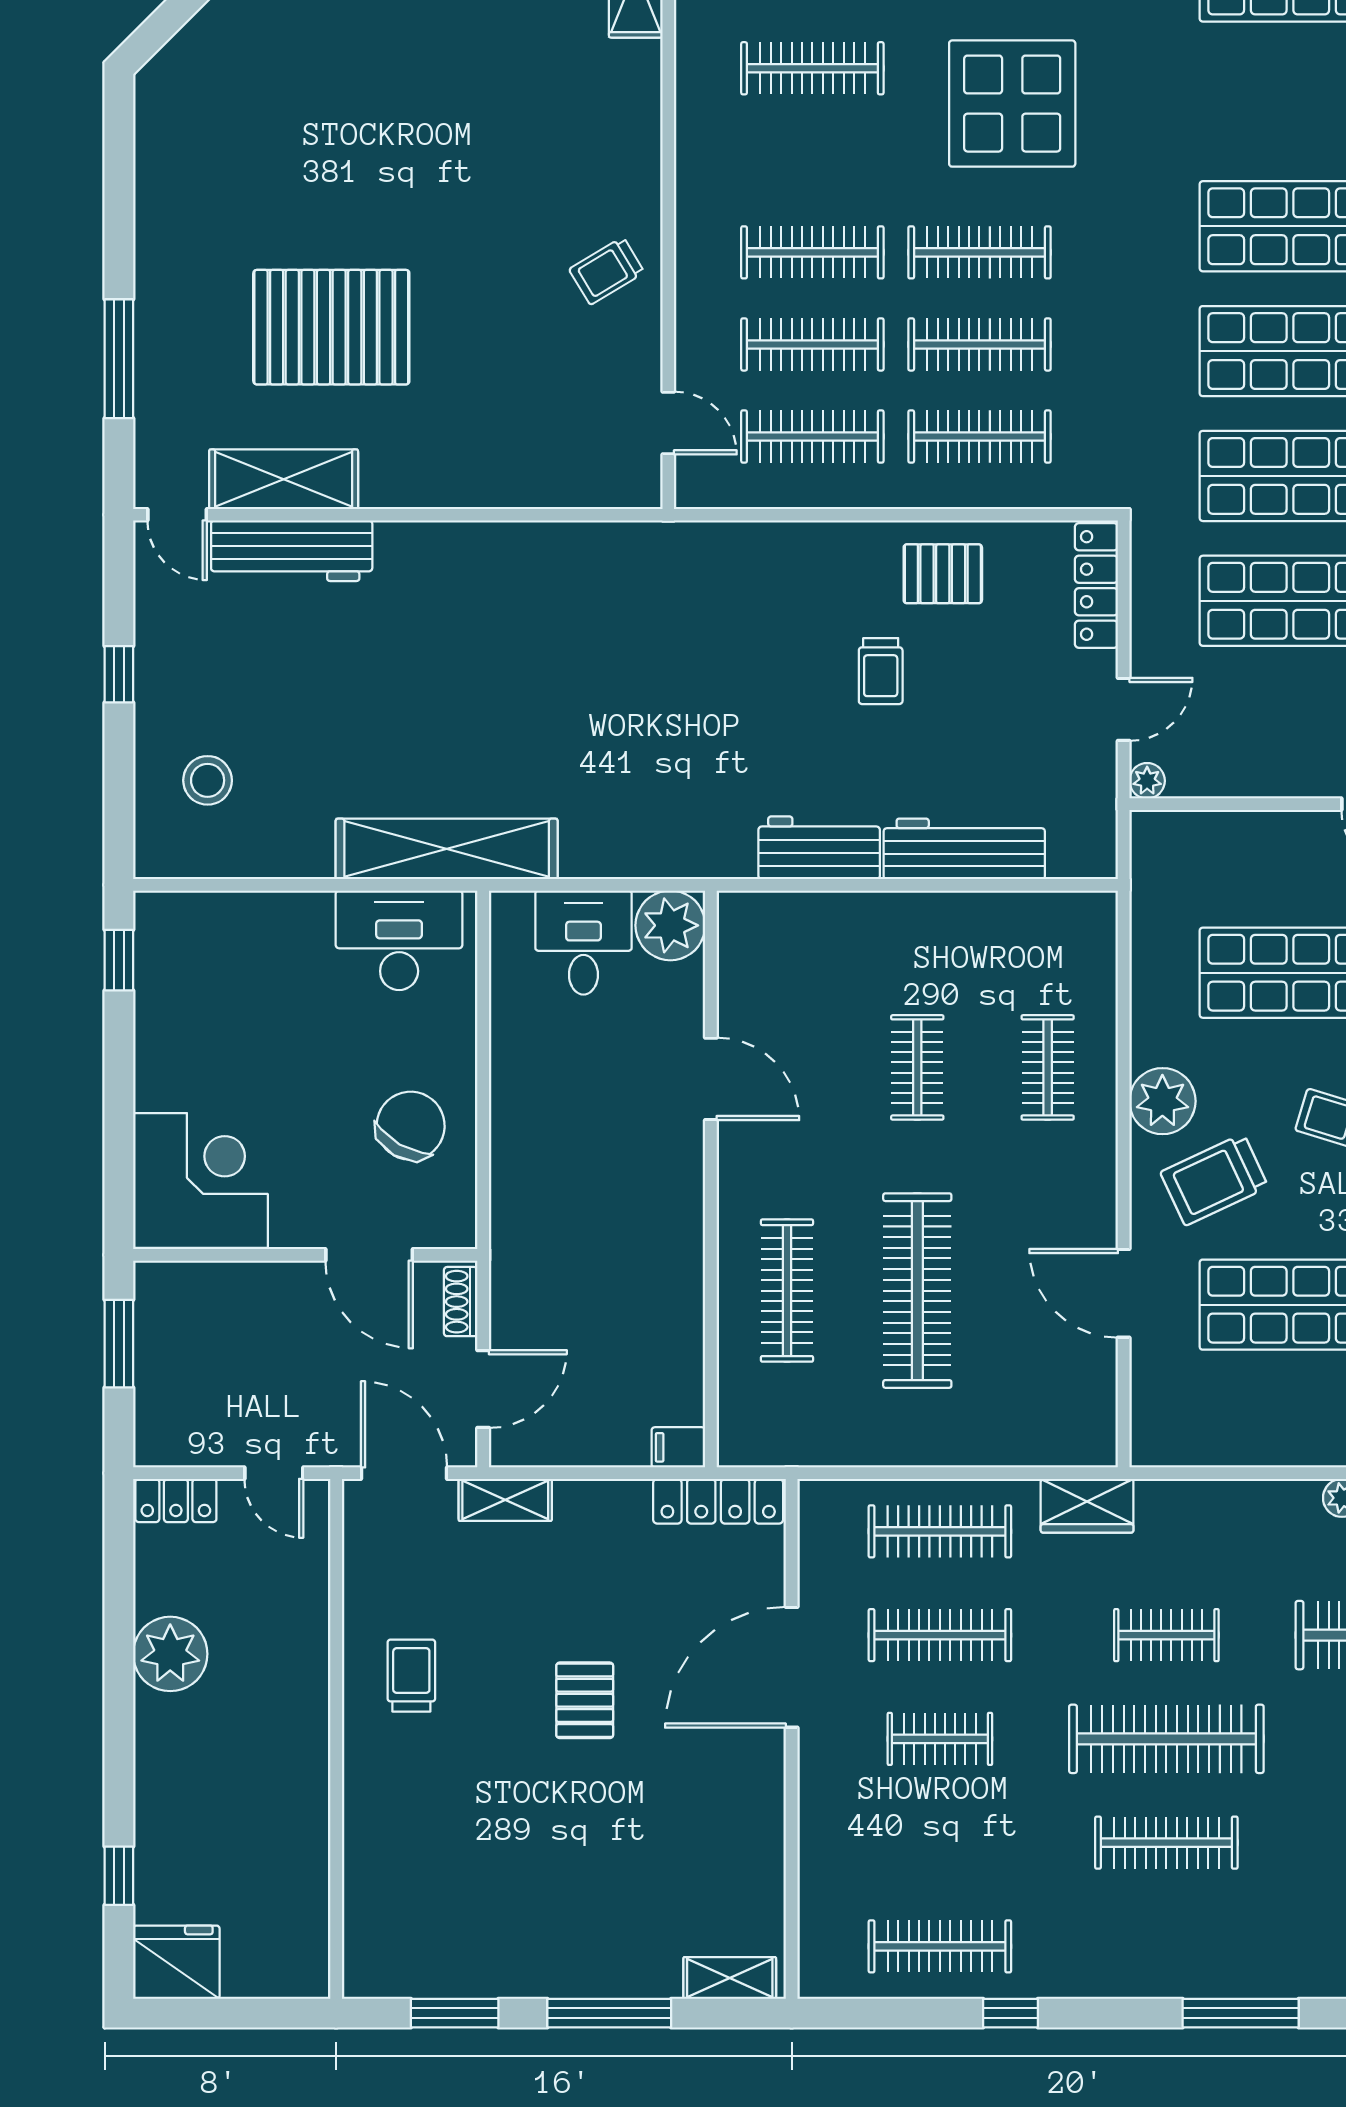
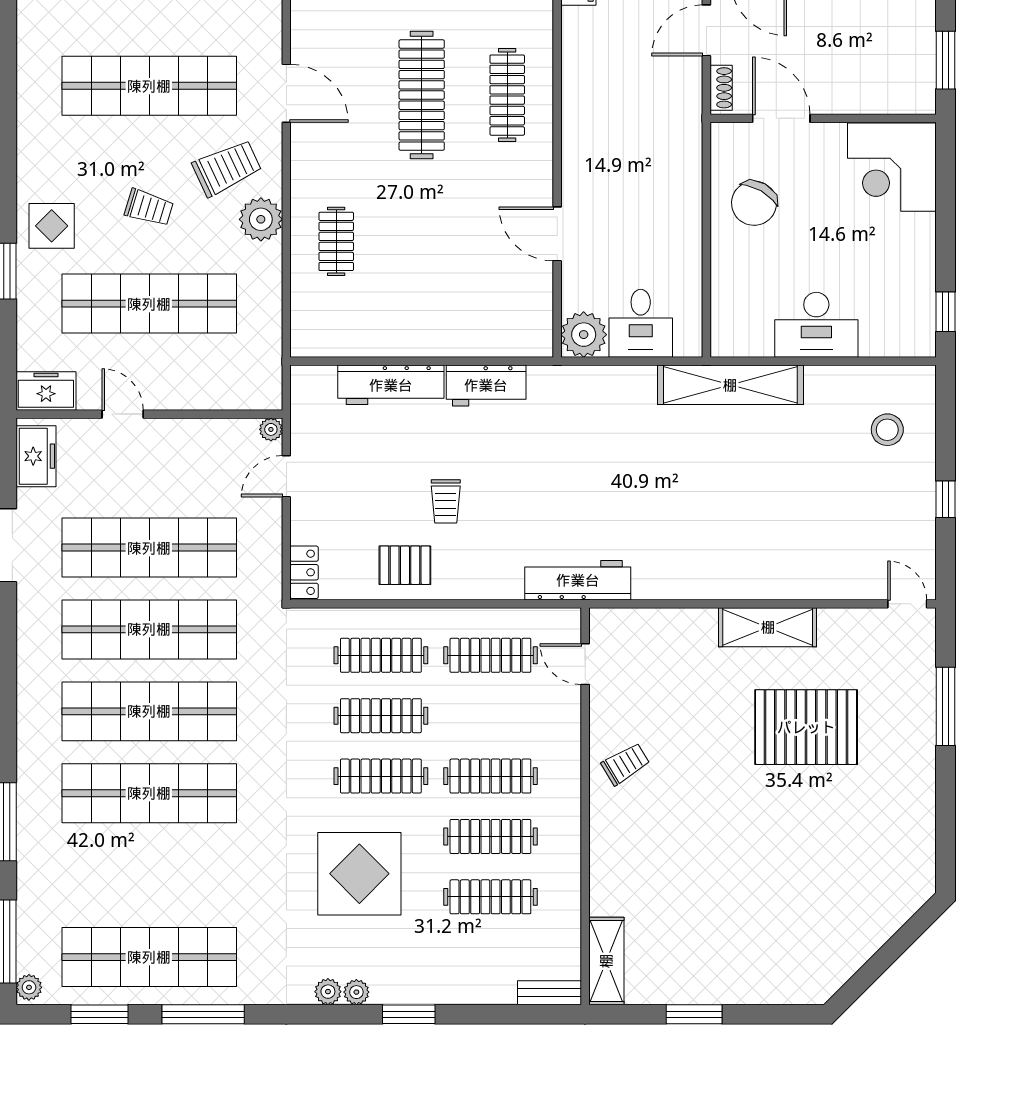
clothes rail: (812, 344) -> (490, 836), moved
shelving: (284, 479) -> (768, 627), moved
workbench: (292, 551) -> (578, 580), moved
locker: (1096, 585) -> (304, 572), width x0.66
trolley: (881, 671) -> (446, 501), turned 180
desk: (399, 940) -> (816, 325), moved
clothes rail: (917, 1067) -> (422, 241), removed

